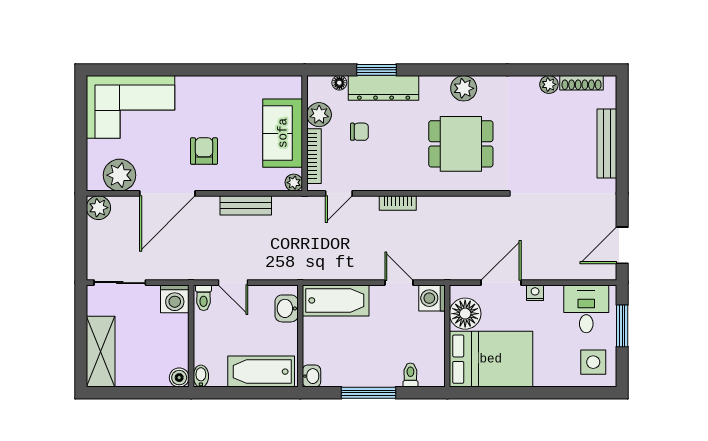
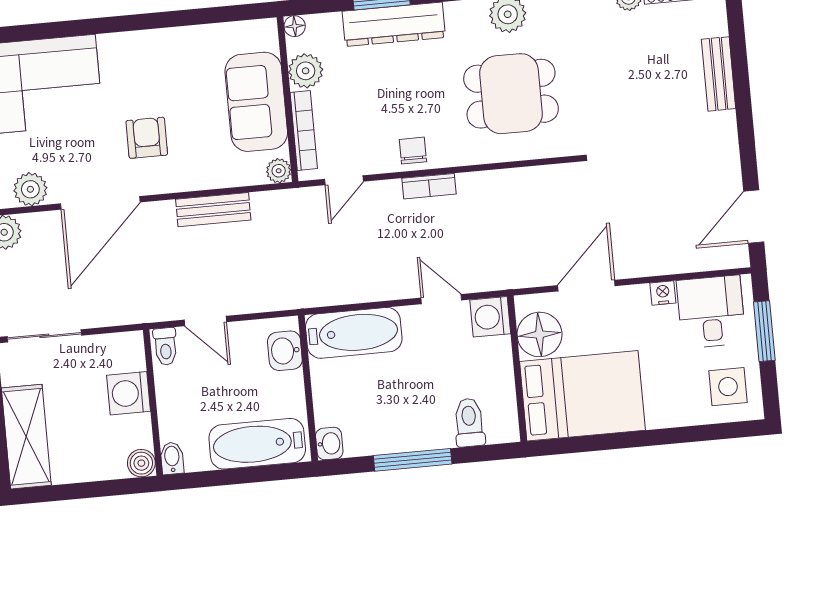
floor lamp: (339, 83) -> (295, 26), moved
chair: (359, 132) -> (413, 151), moved, turned -90
bench: (607, 144) -> (719, 74), width x0.73
plant: (120, 175) -> (30, 189), width x0.73, depth x0.73
nightstand: (535, 293) -> (663, 293), moved
washing machine: (175, 299) -> (129, 393), moved, turned 90
toilet: (410, 375) -> (469, 422), width x1.37, depth x1.39

